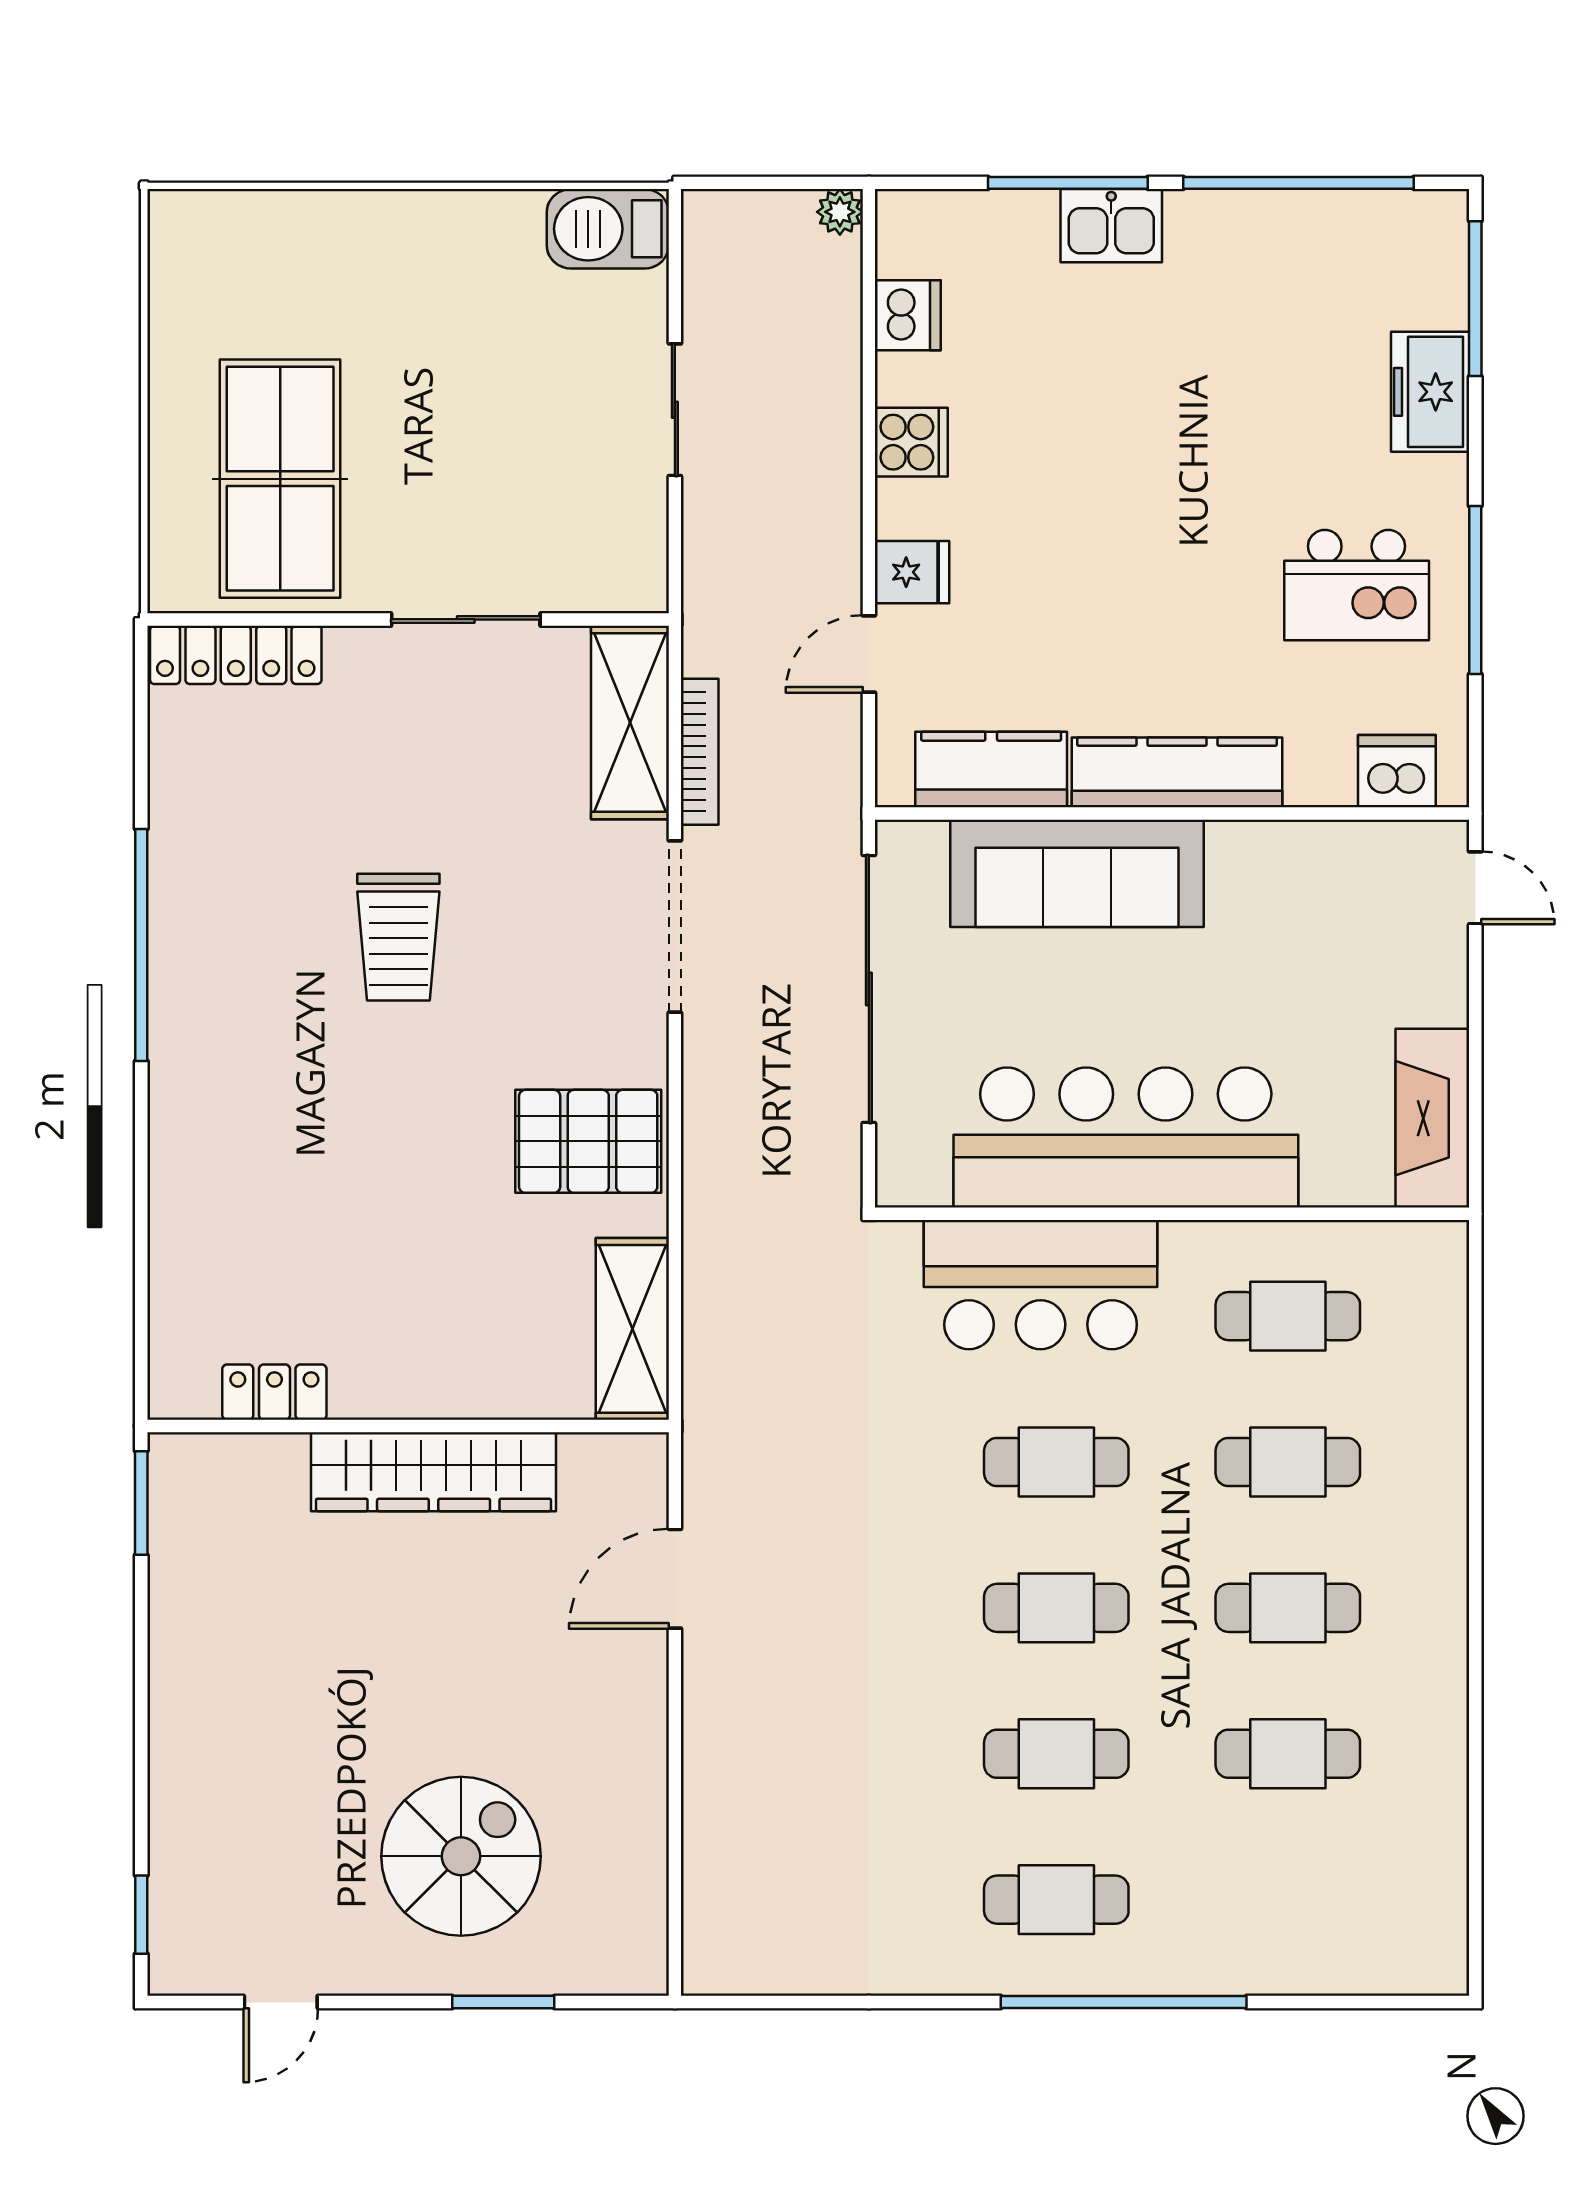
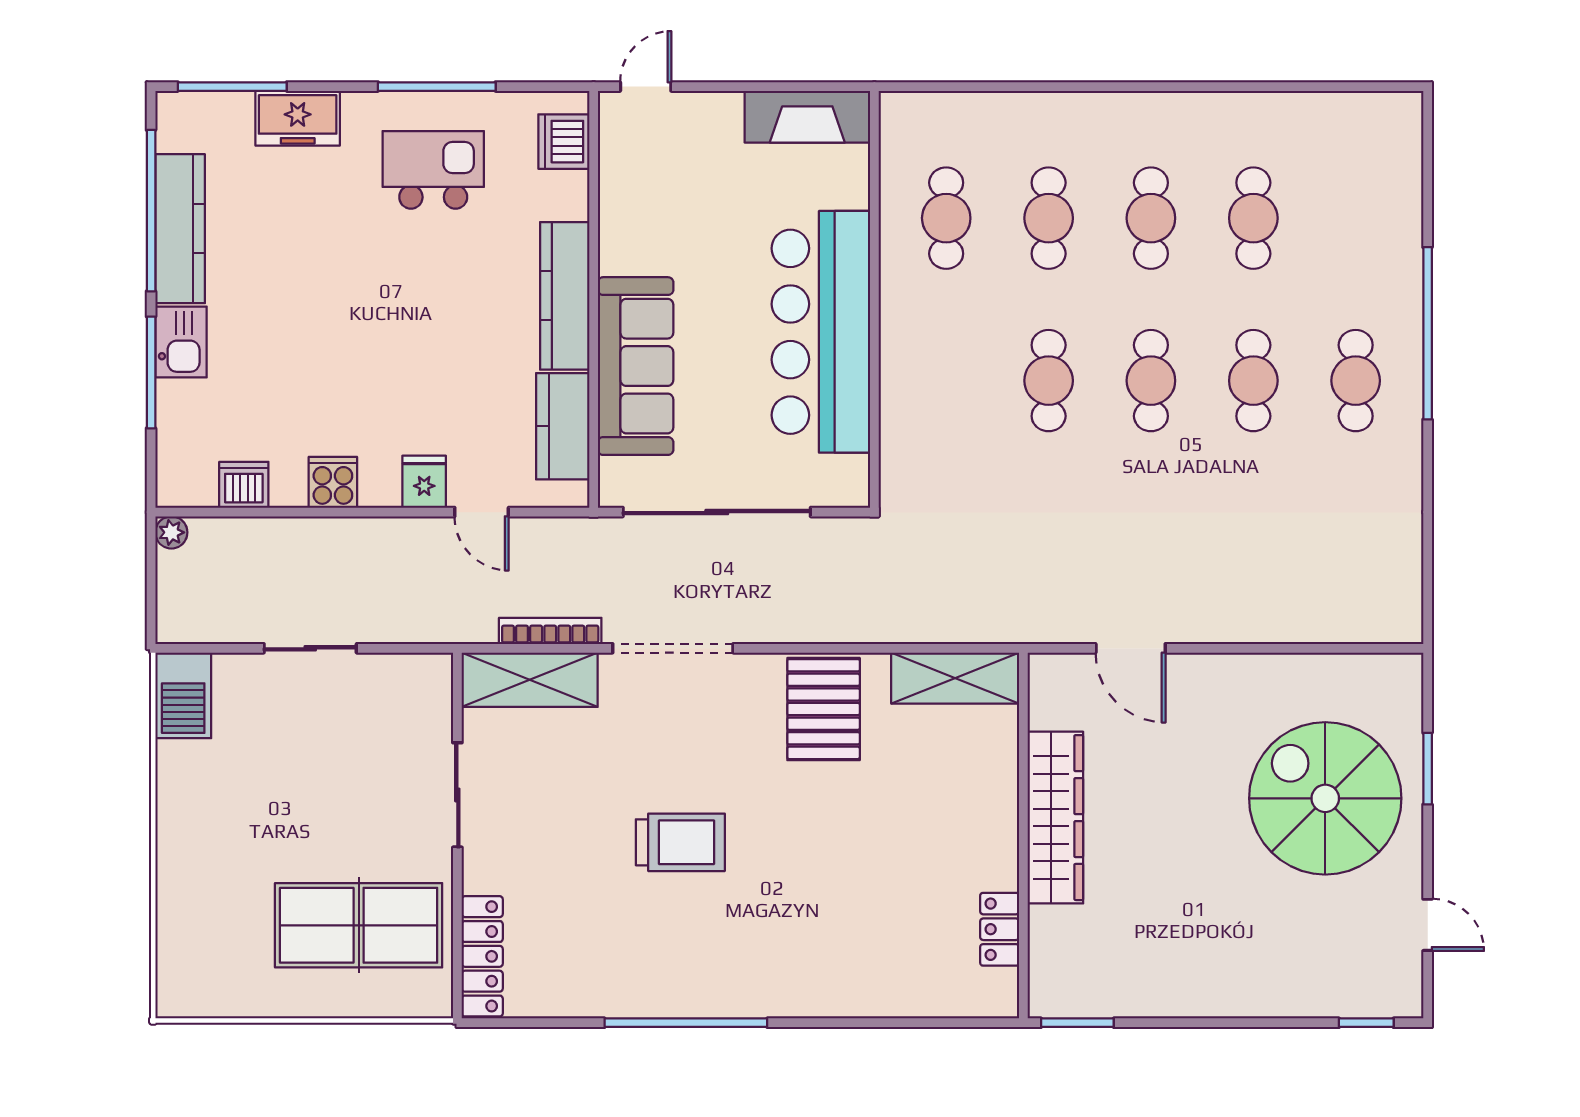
kitchen counter: (1273, 224) -> (180, 229), added
kitchen island: (1357, 585) -> (433, 170), turned -90
bar counter: (1041, 1285) -> (924, 392), removed
spiral stairs: (461, 1856) -> (1325, 798), width x1.37, depth x1.37

